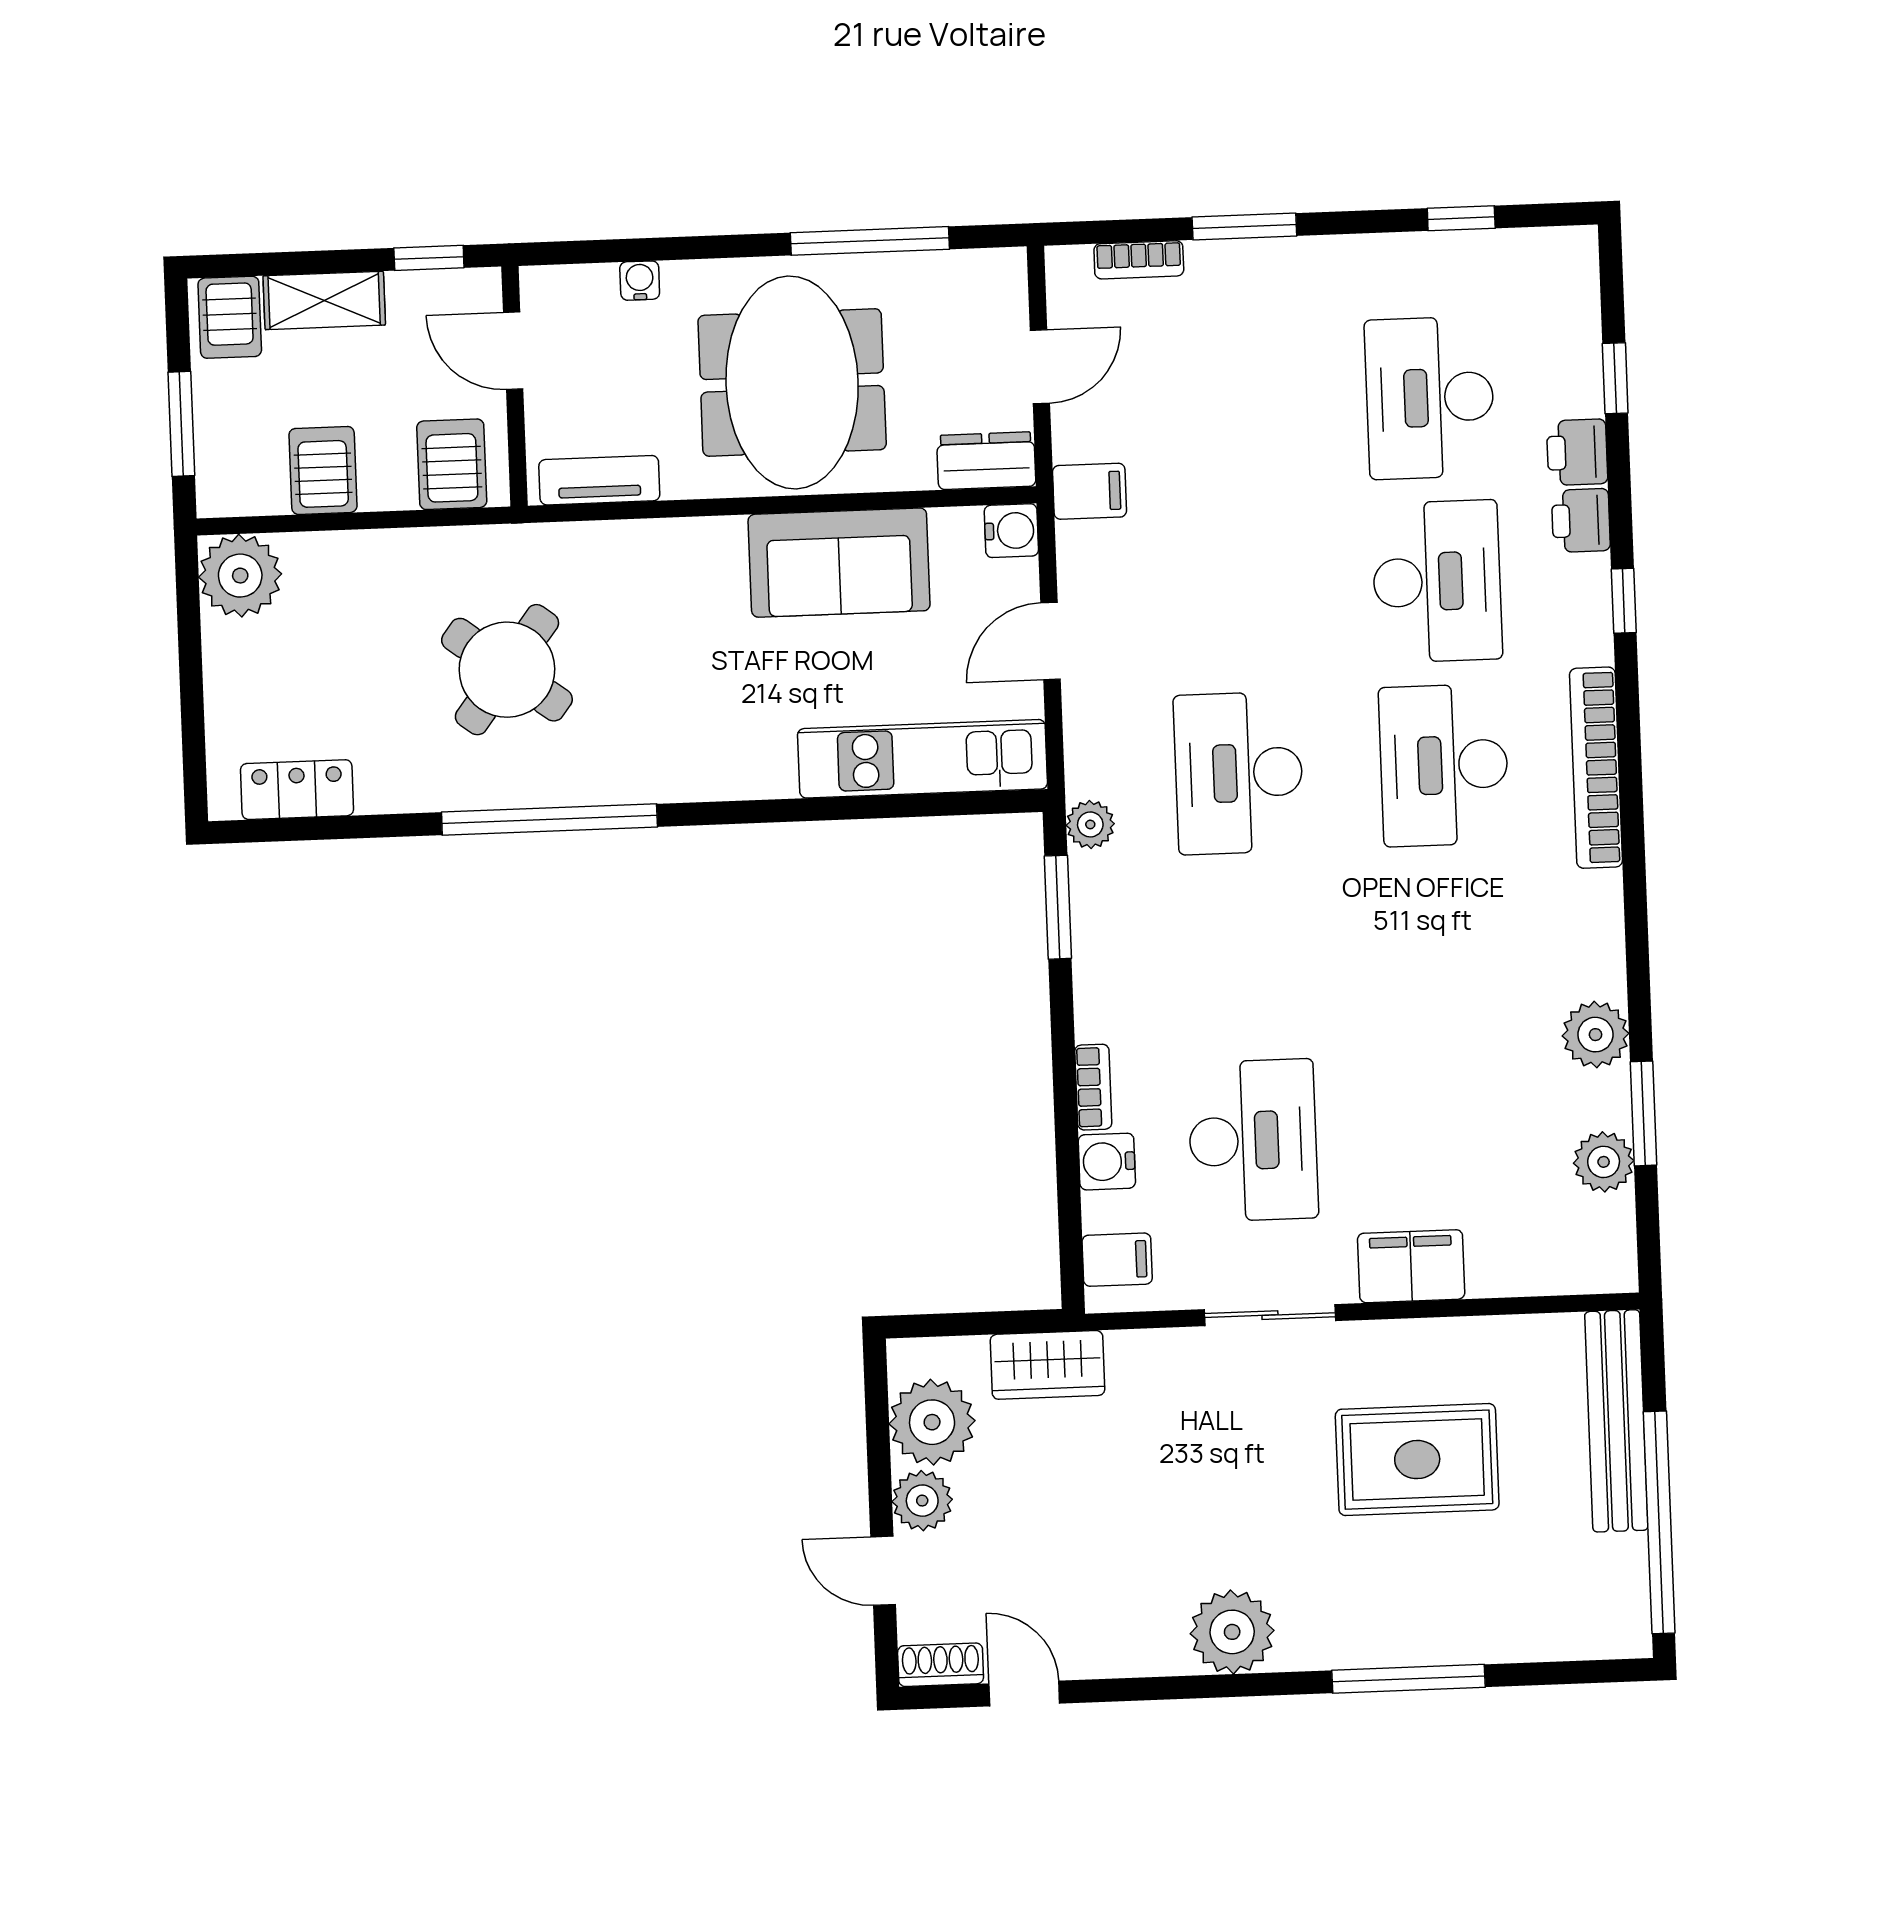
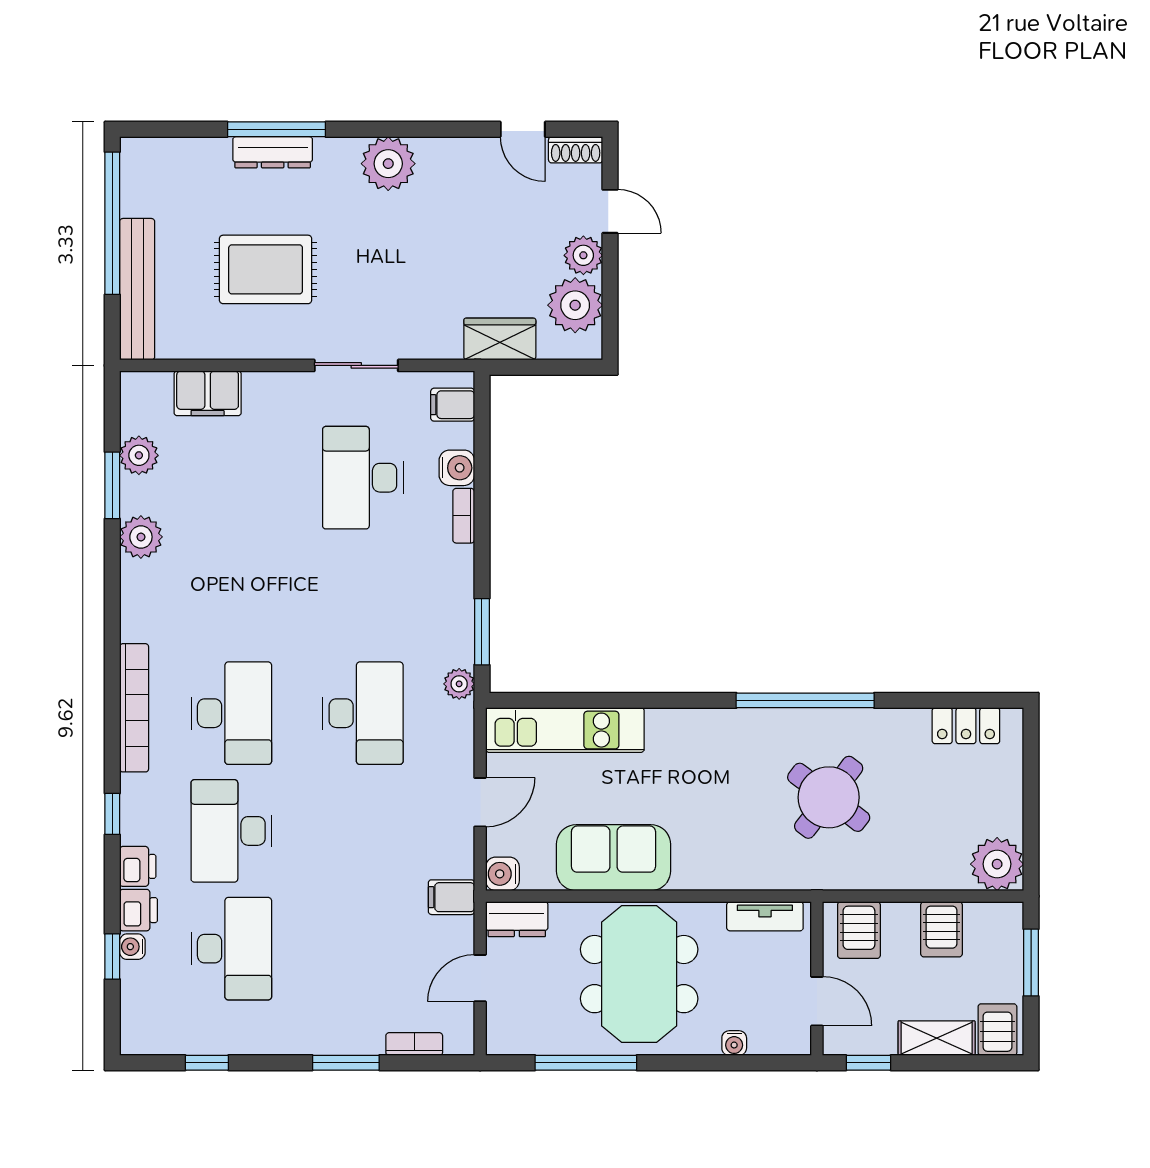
water cooler: (1584, 395) -> (132, 947), added
filing cabinet: (1411, 1266) -> (208, 393), moved
dresser: (1413, 1643) -> (273, 152), added

